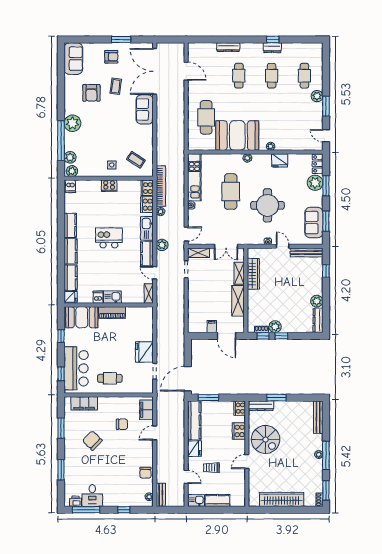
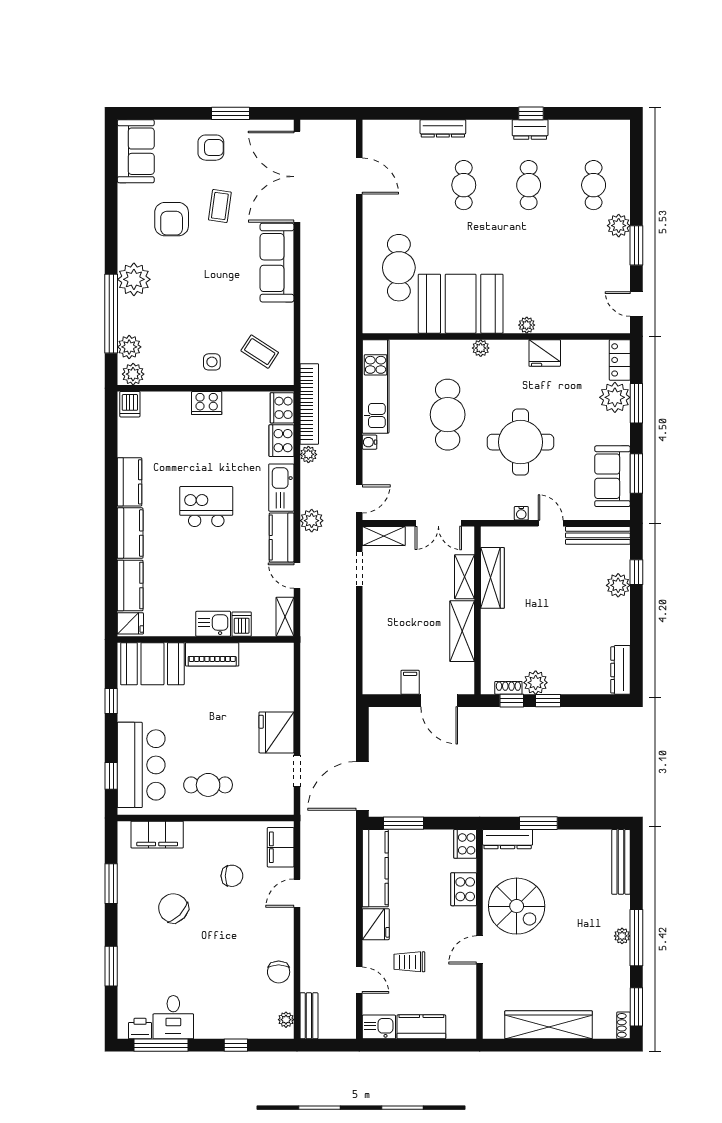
sofa: (145, 109) -> (277, 263), width x1.36
dishwasher: (98, 297) -> (242, 624), moved
plant: (317, 301) -> (618, 585), moved

